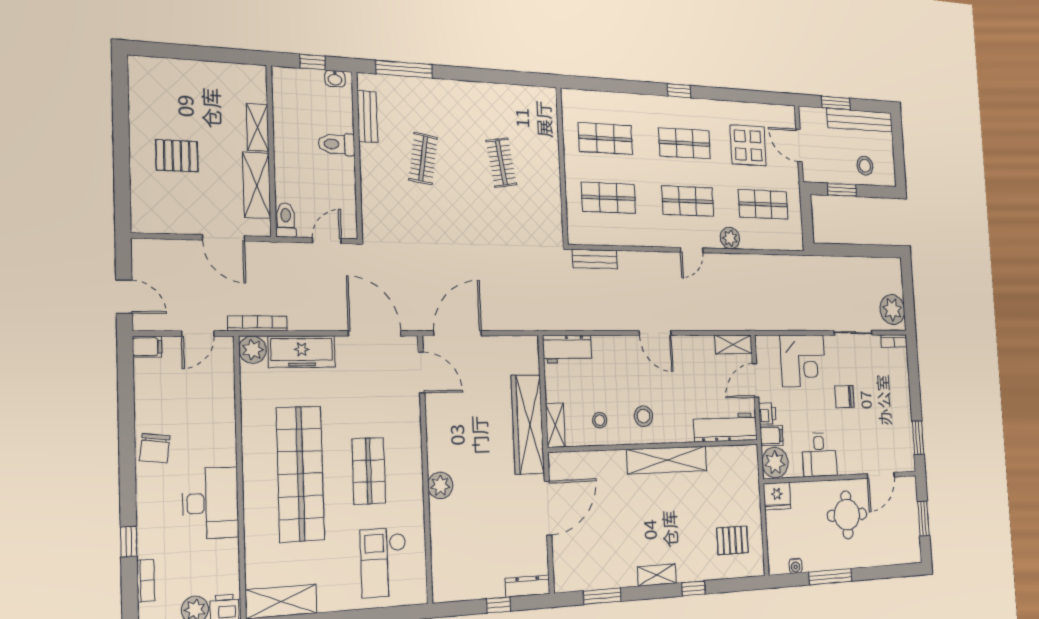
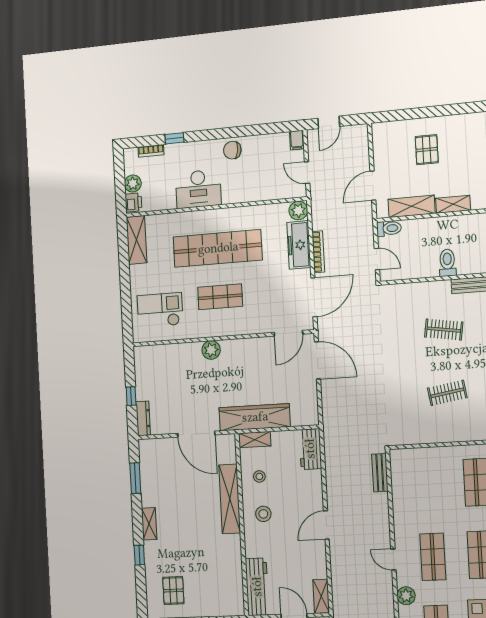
shop shelf: (608, 198) -> (429, 485), removed
bookcase: (258, 323) -> (318, 252), moved
shelving: (667, 460) -> (230, 499), moved

